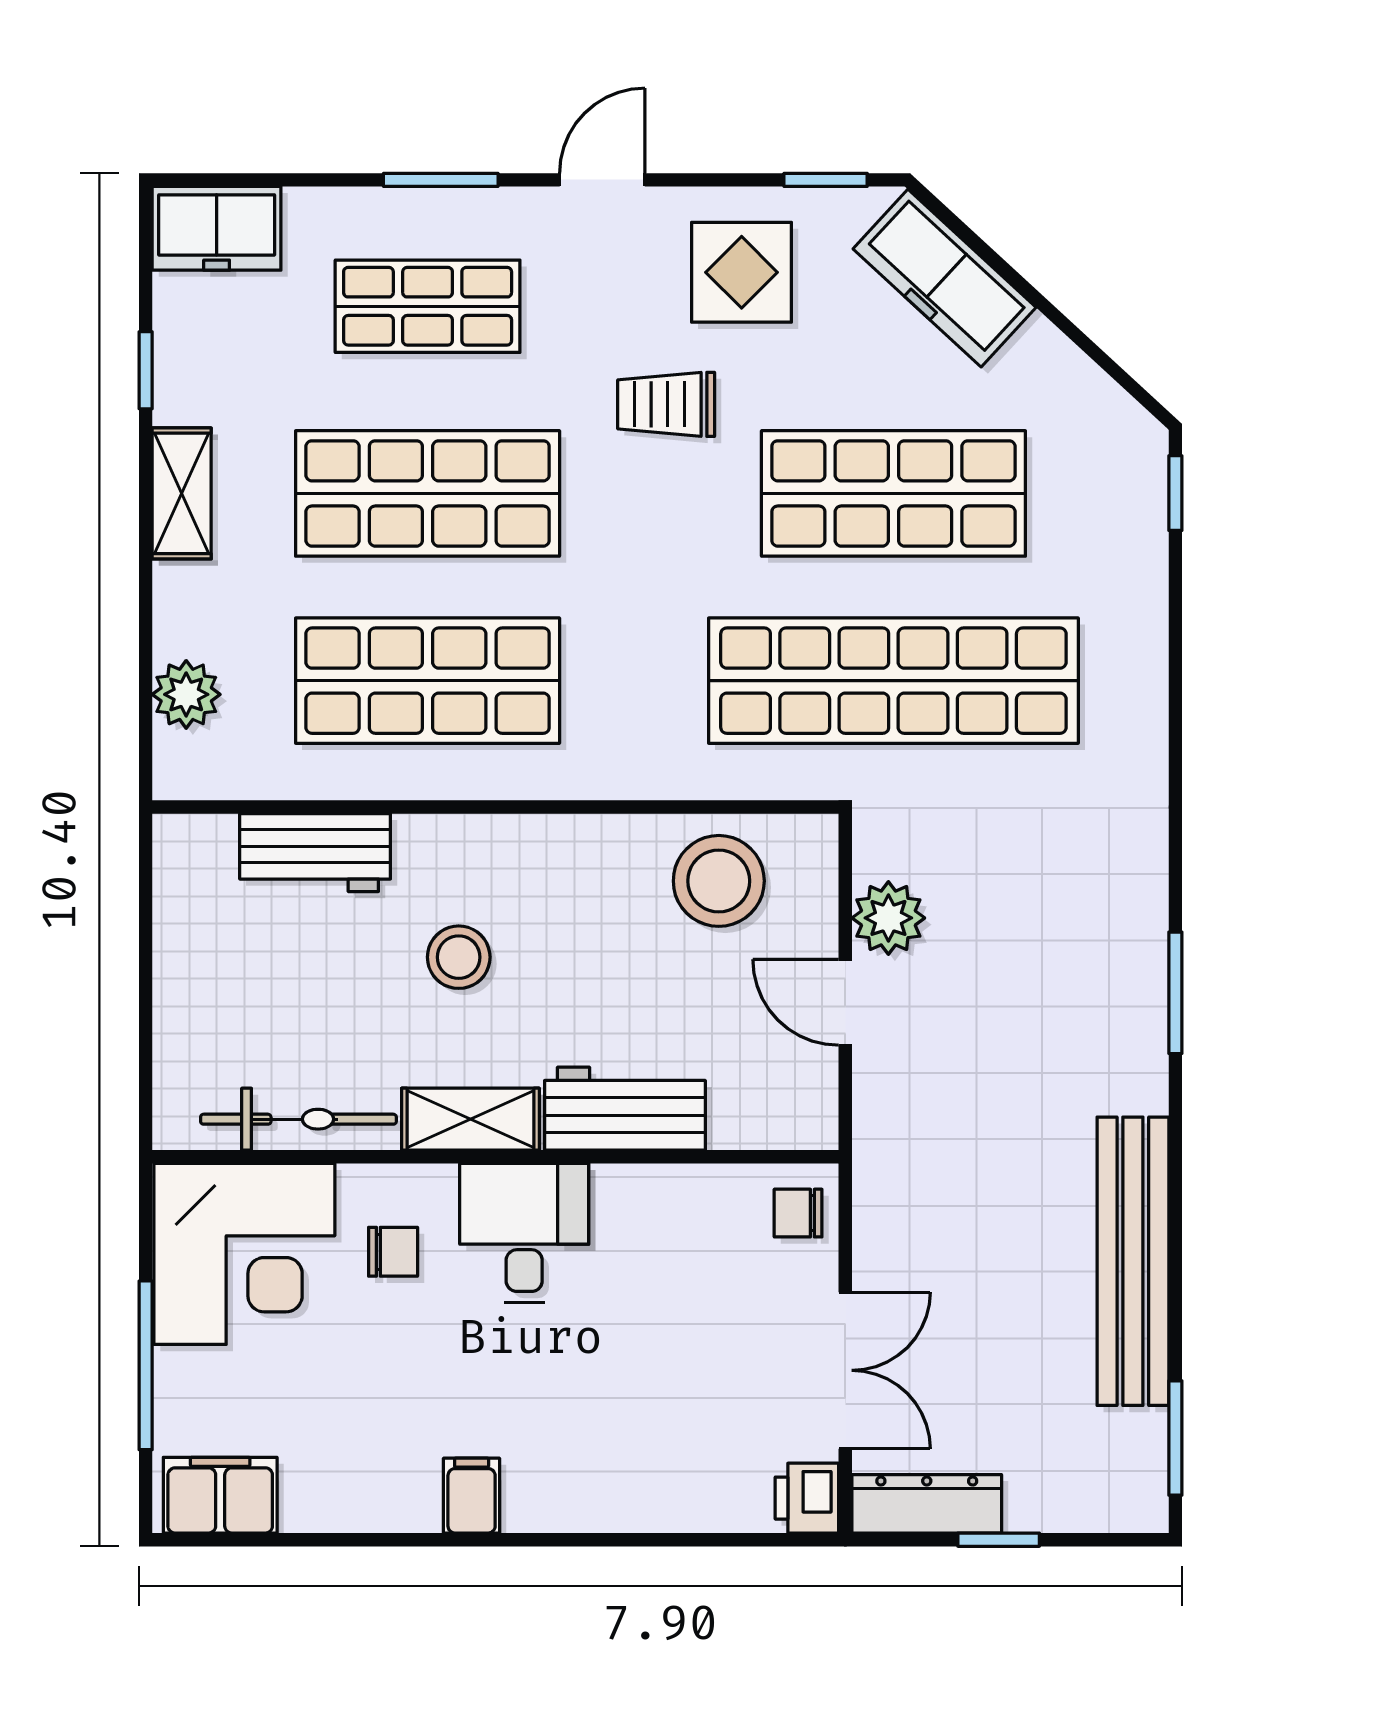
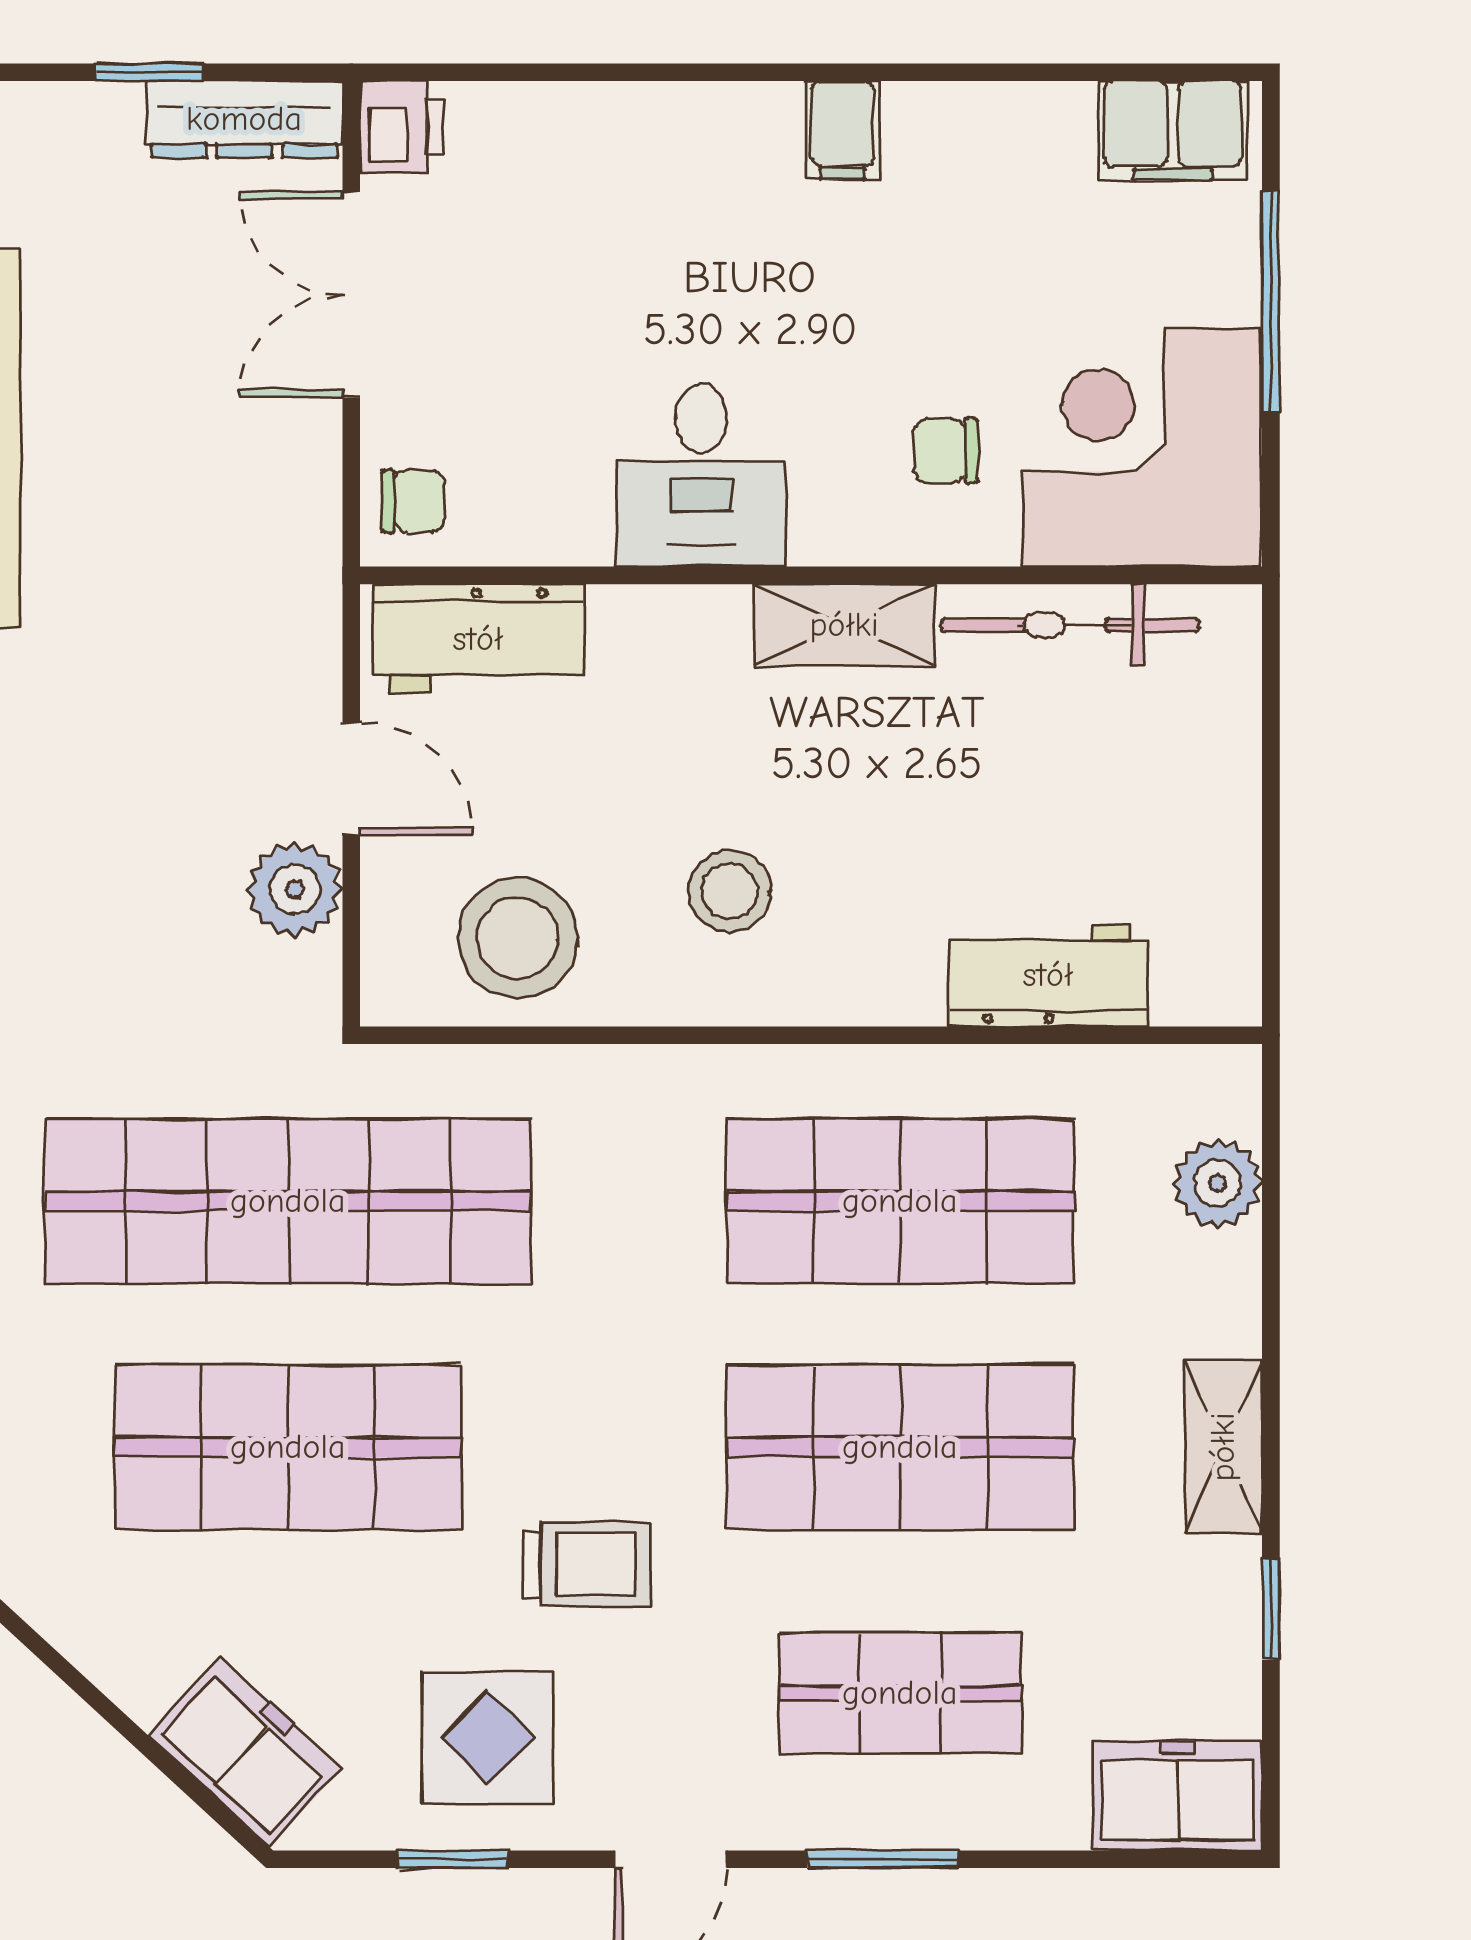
window: (826, 180) -> (453, 1859), moved
freezer: (945, 278) -> (245, 1752), width x0.71
stool: (459, 957) -> (730, 891), moved
workbench: (625, 1109) -> (478, 639), moved
desk: (524, 1233) -> (701, 475), moved

